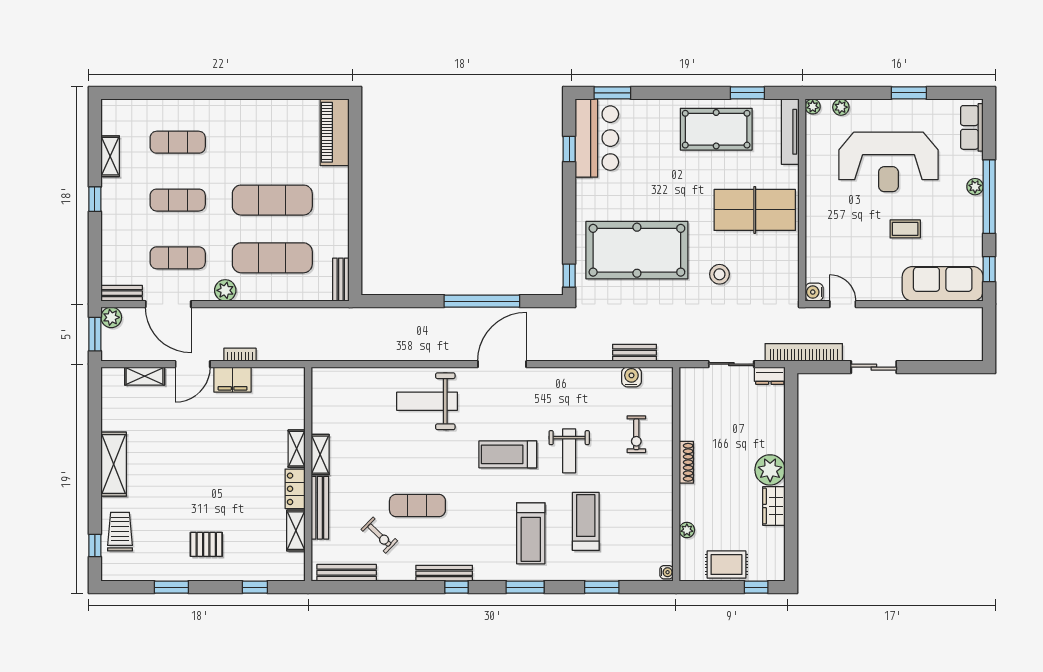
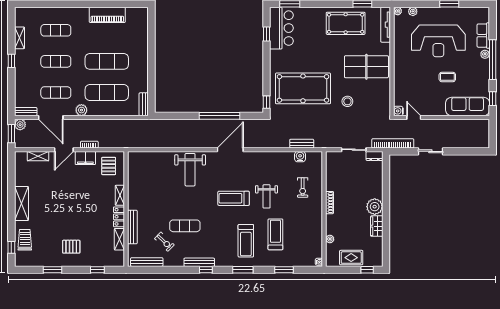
row of seats: (972, 127) -> (483, 36), moved
piano: (335, 132) -> (107, 15), moved, turned -90
pallet: (276, 394) -> (109, 166), added
weight bench: (427, 401) -> (190, 170), turned -90
shelving: (320, 455) -> (132, 198), removed

